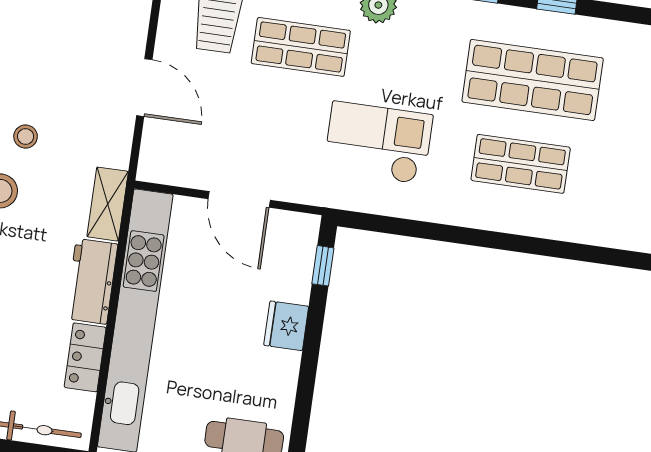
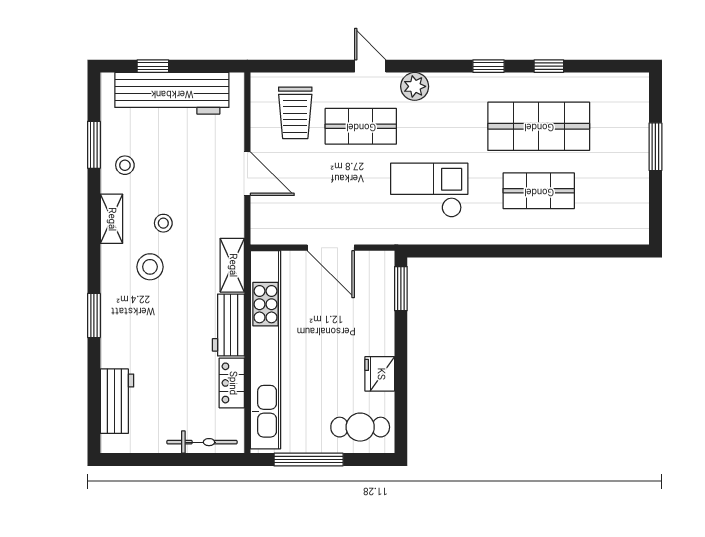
window: (323, 266) -> (401, 289), width x1.50
fridge: (286, 326) -> (380, 374), moved

